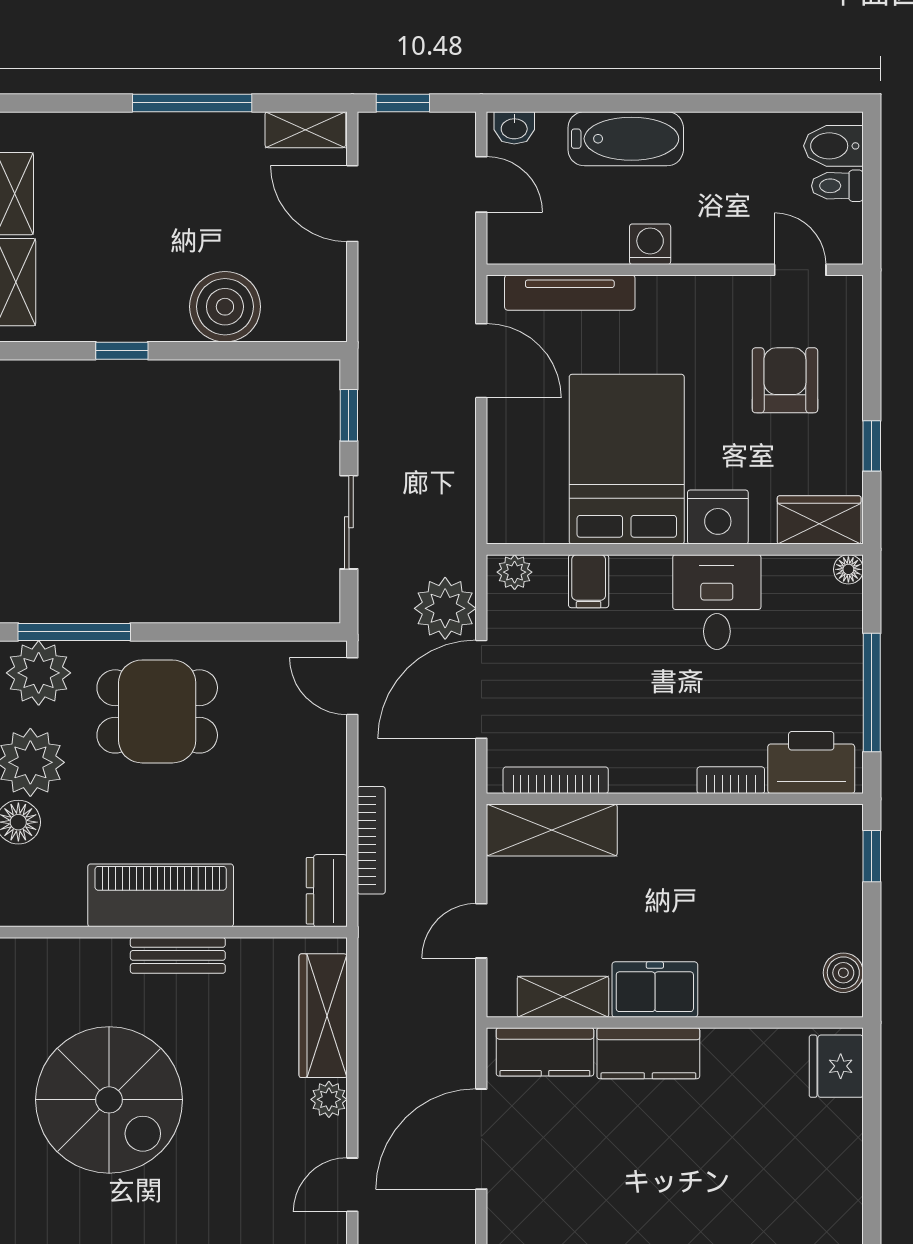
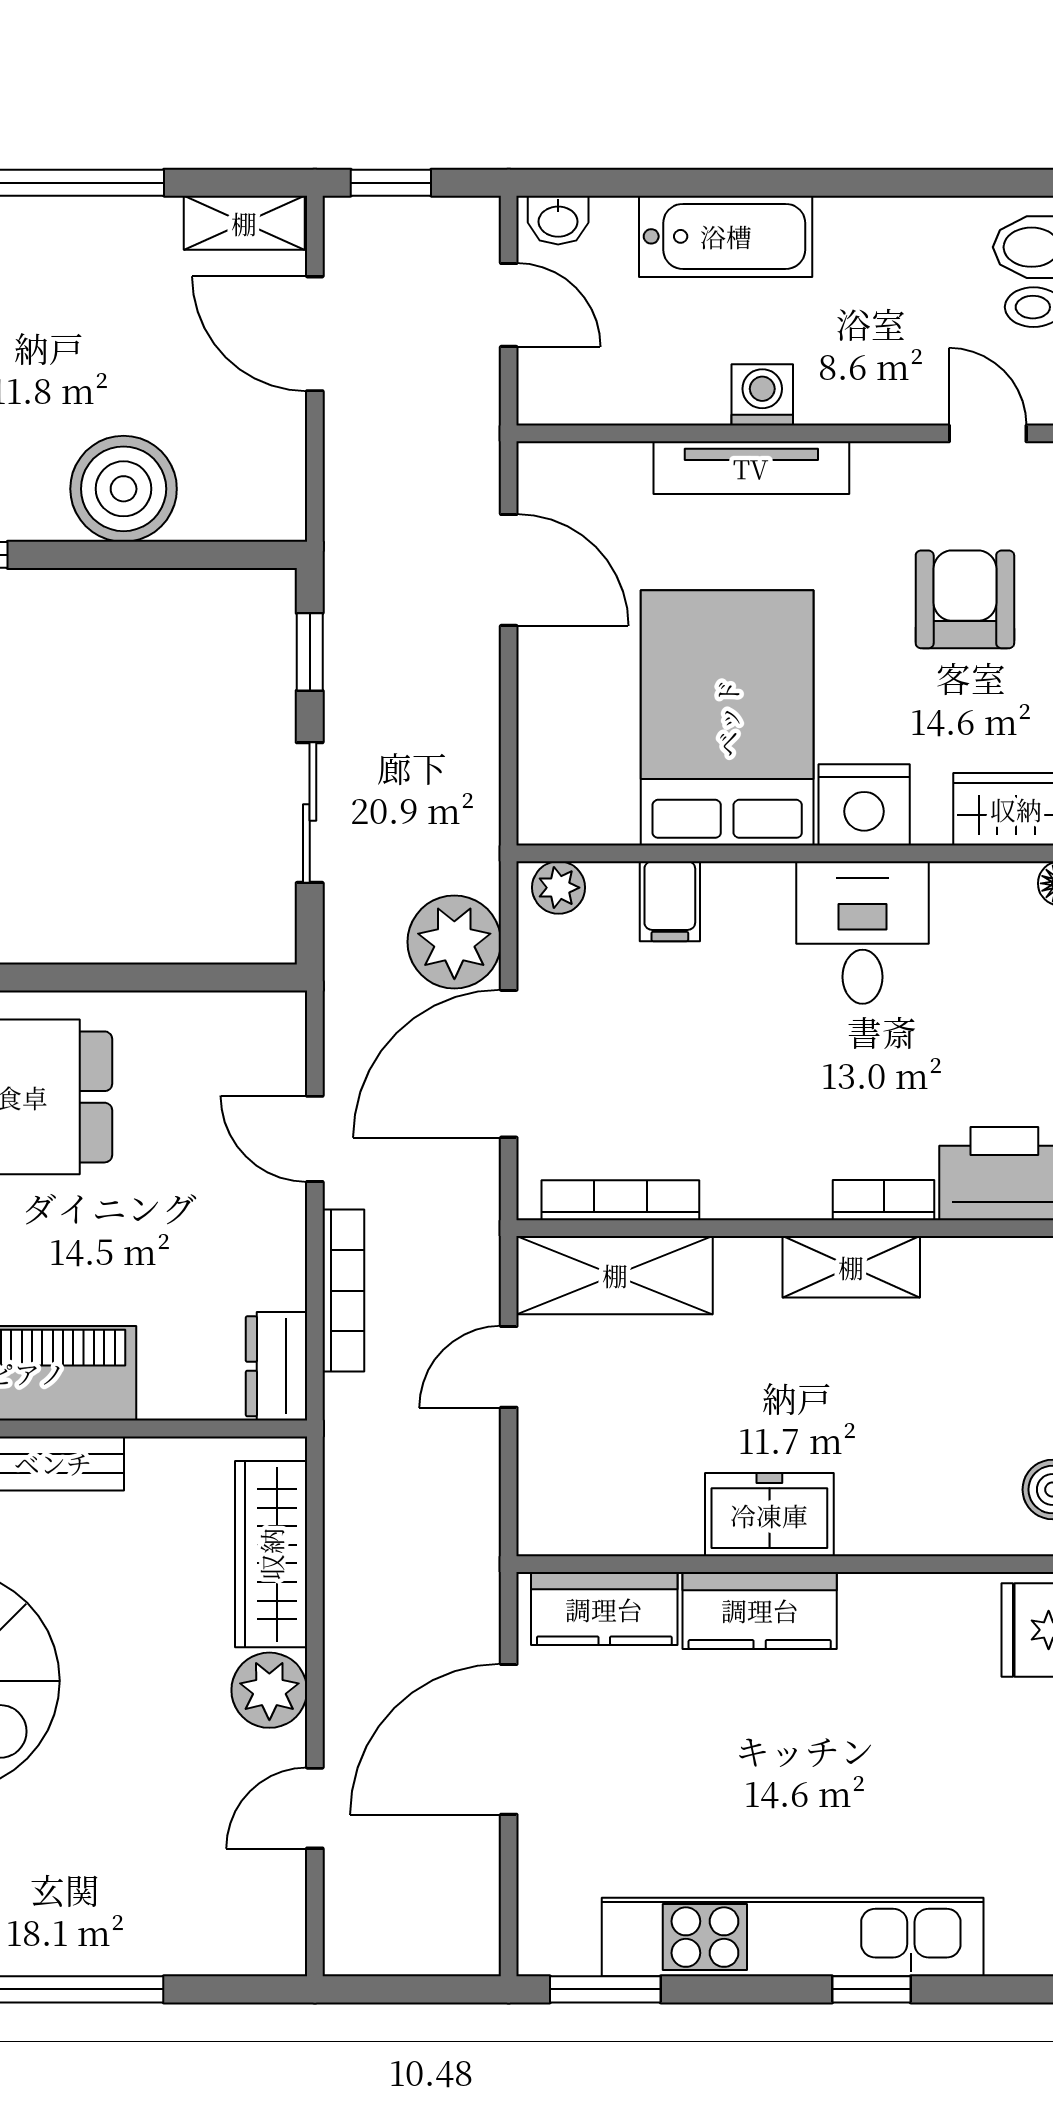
tv unit: (570, 293) -> (751, 468), moved
door: (352, 686) -> (315, 1139), moved
door: (481, 931) -> (509, 1367), moved
shelving: (563, 997) -> (851, 1267), moved
plant: (329, 1099) -> (269, 1690), width x1.38, depth x1.38

